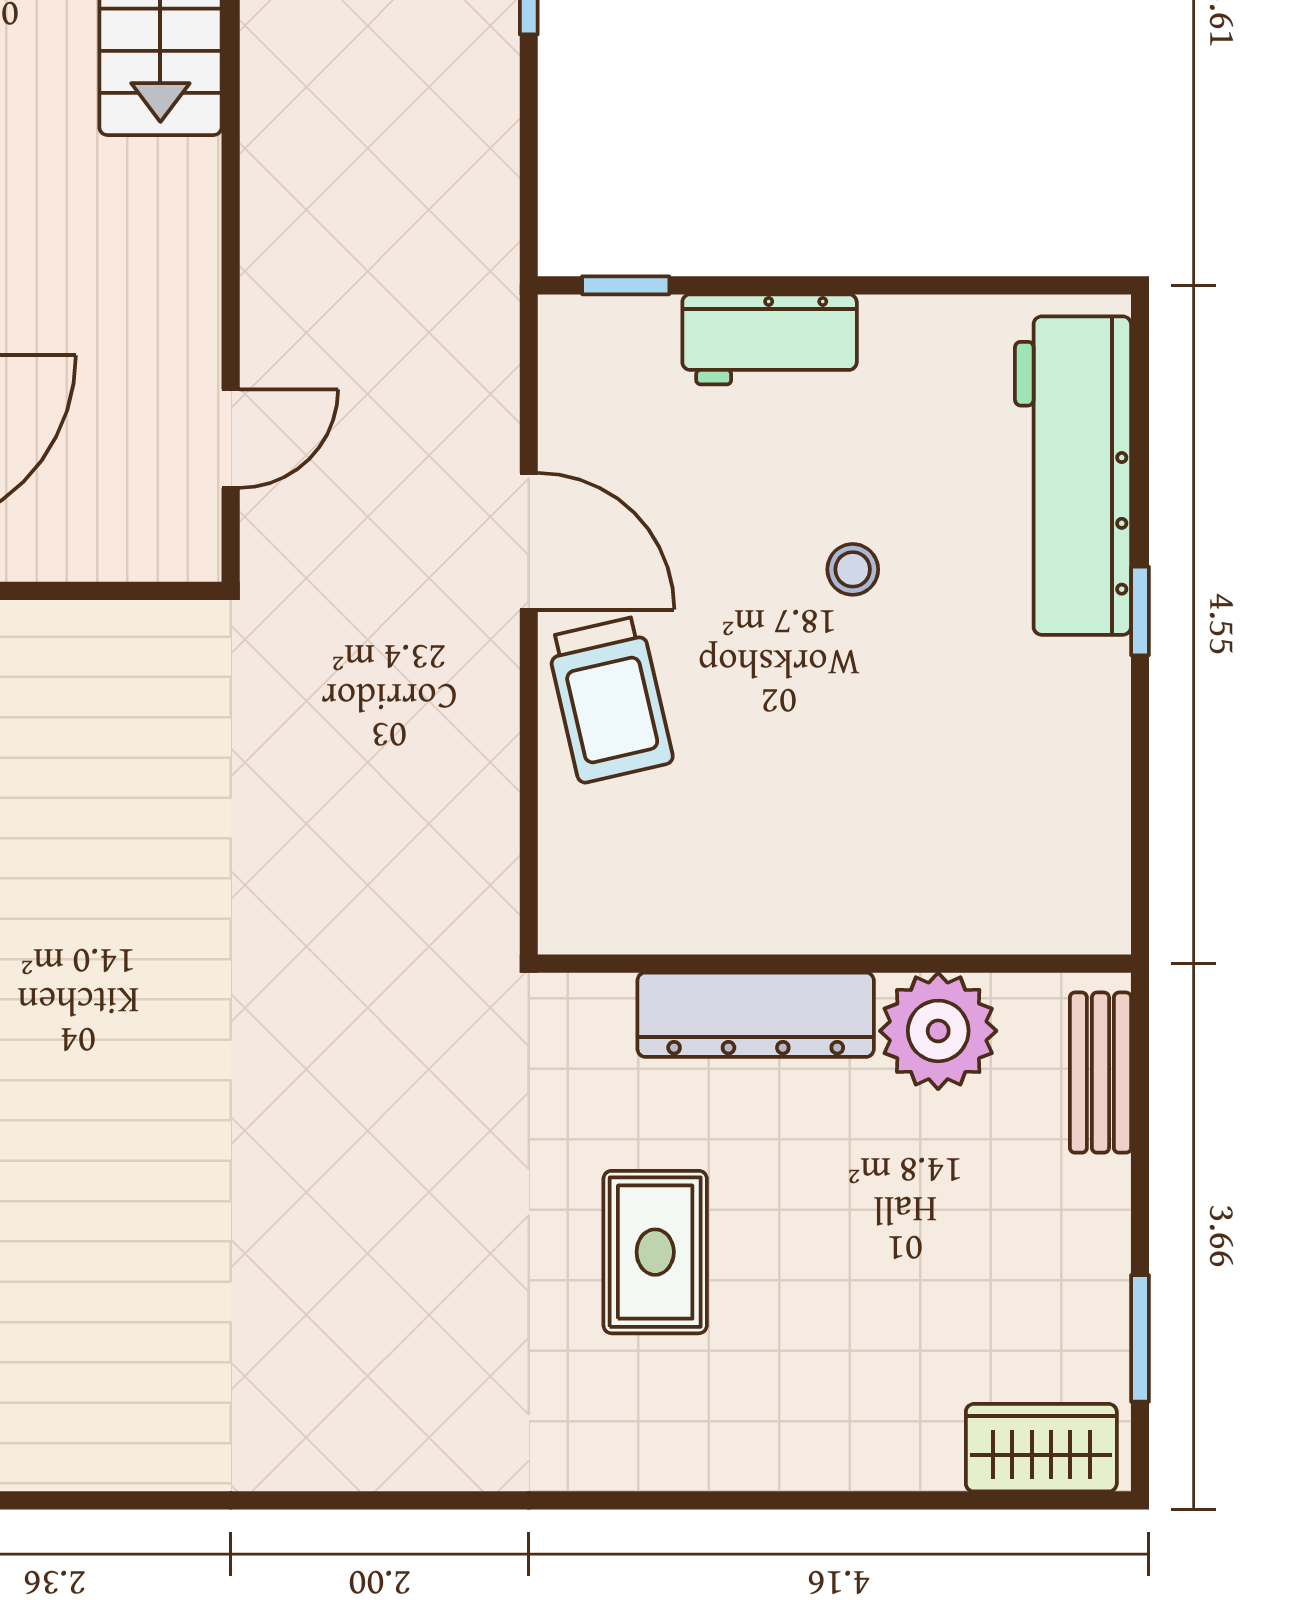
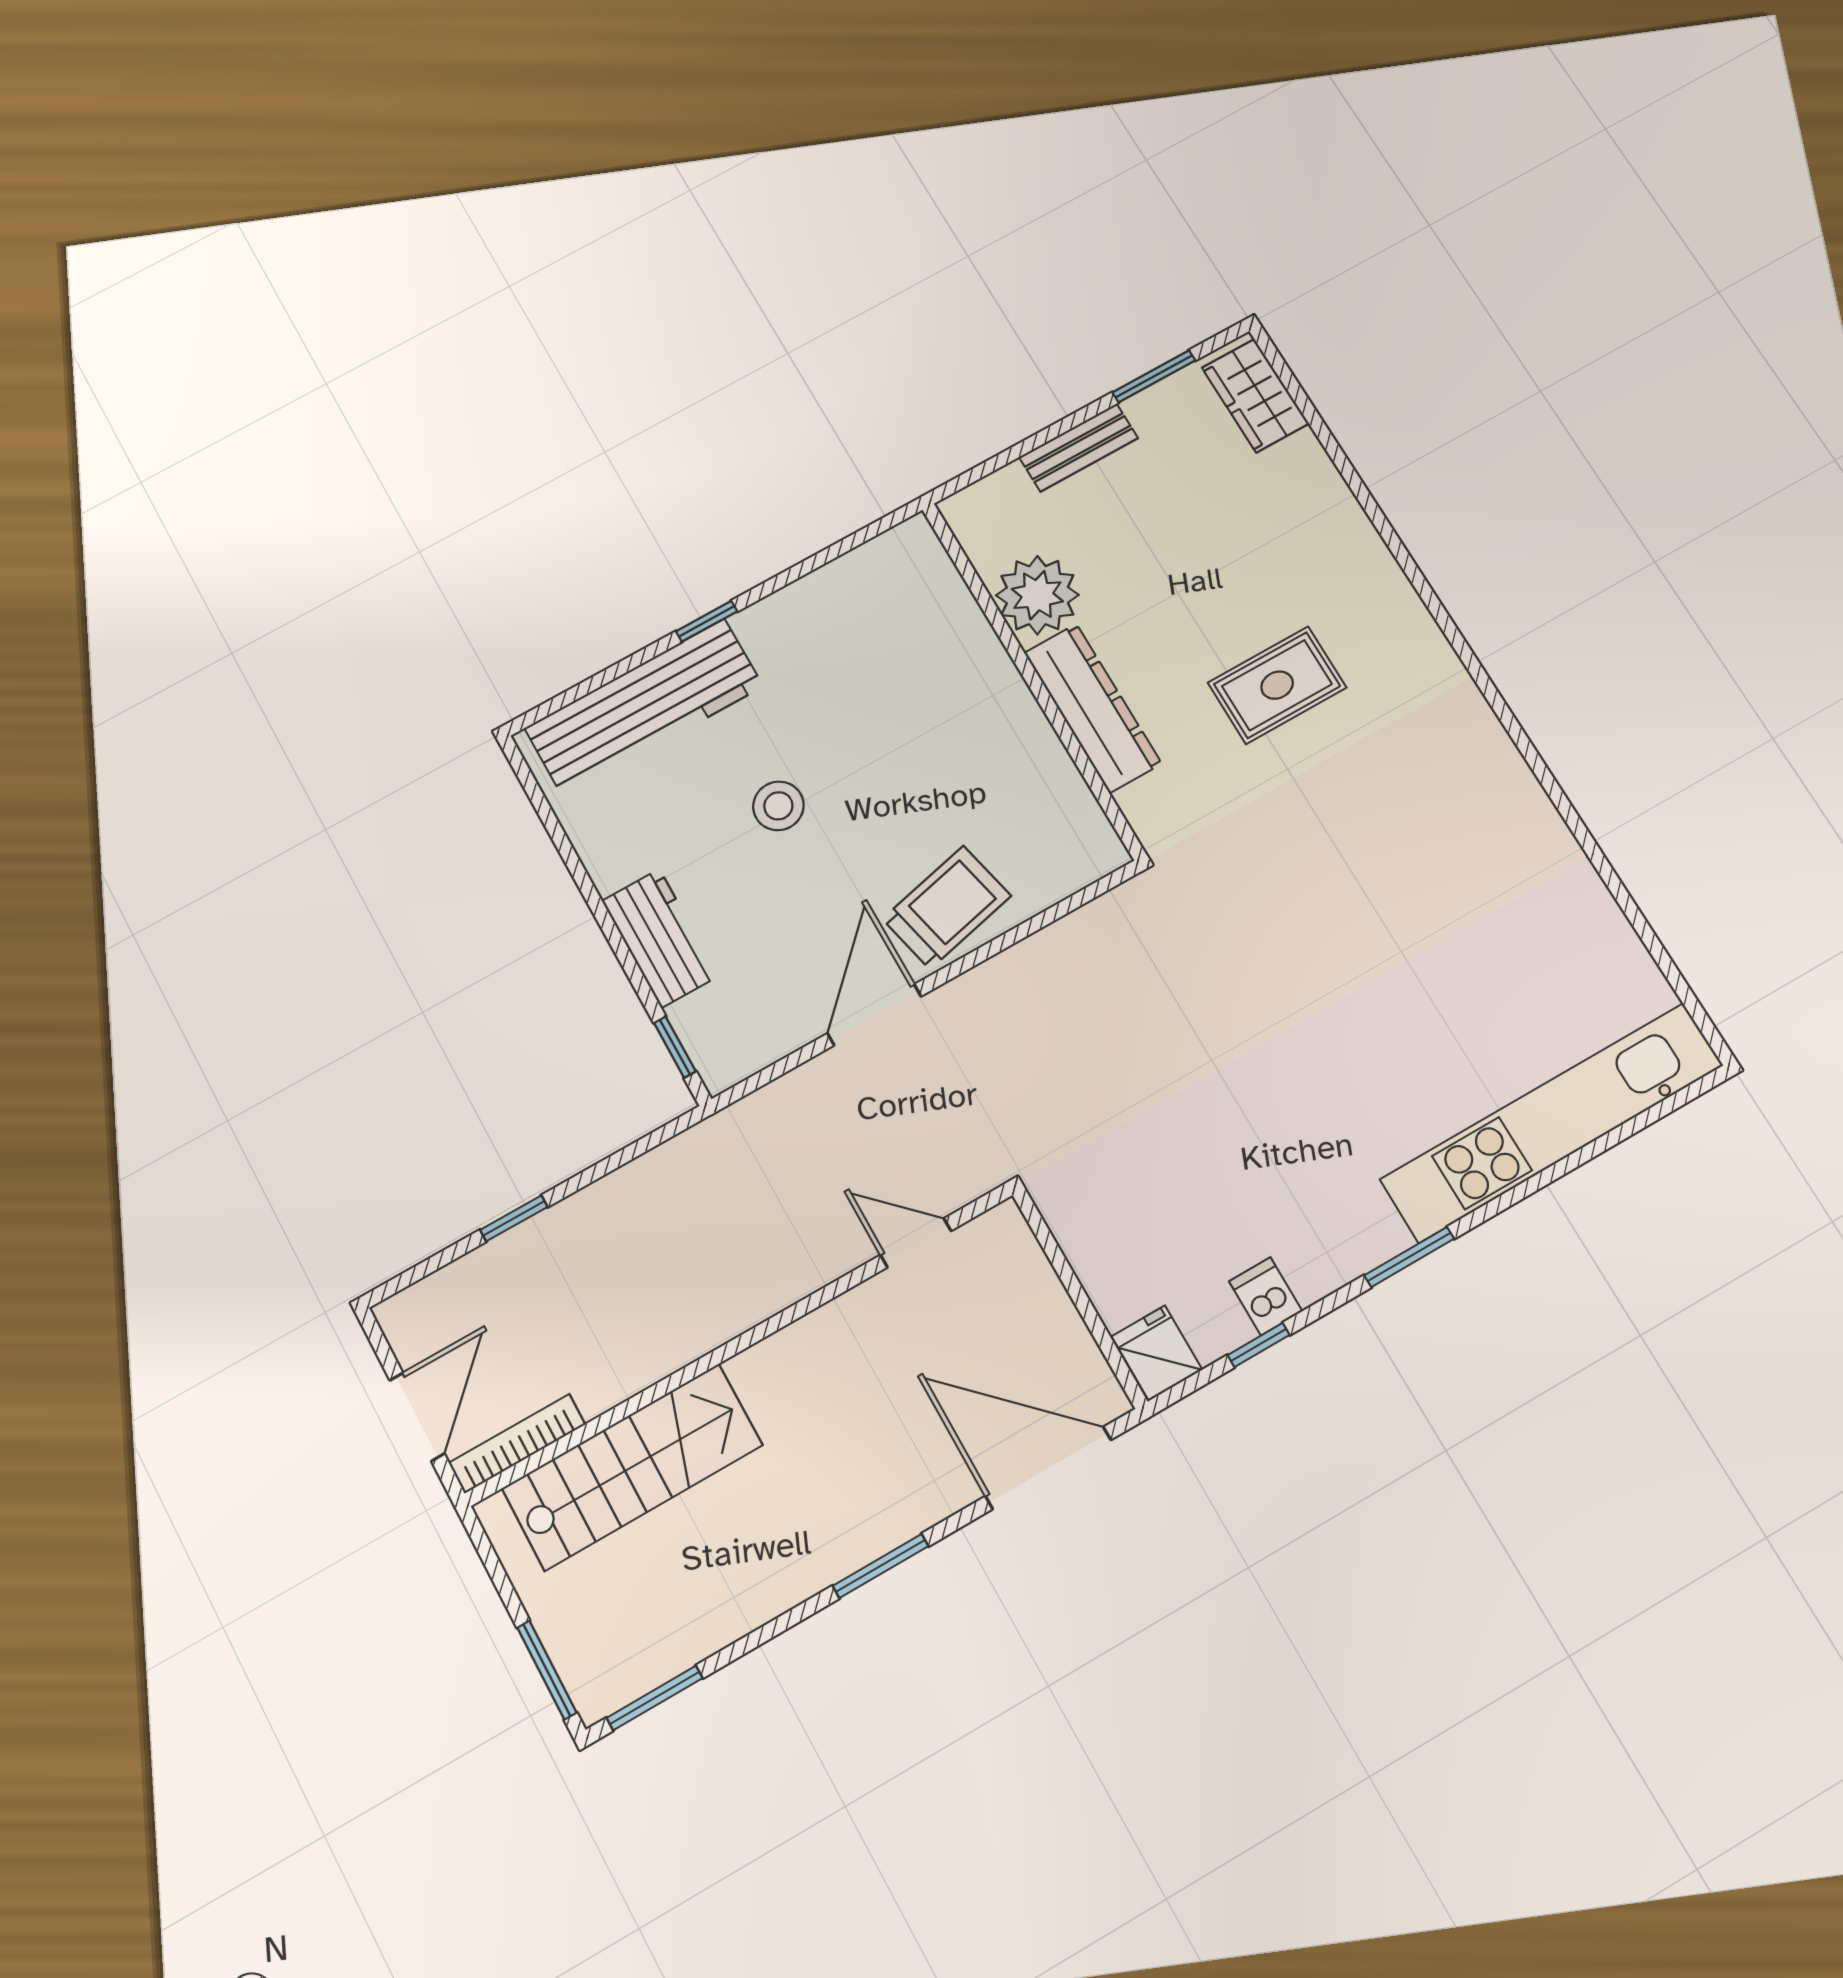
stool: (853, 569) -> (778, 806), width x1.37, depth x1.37
bench: (1100, 1073) -> (1079, 448), moved

